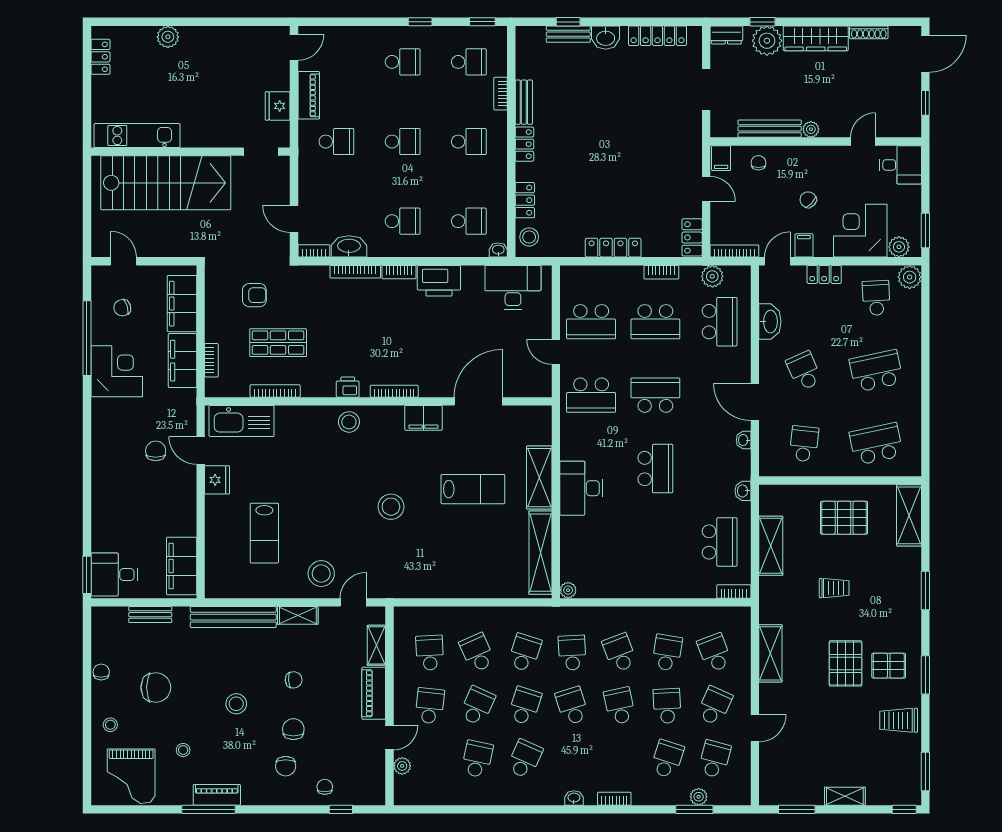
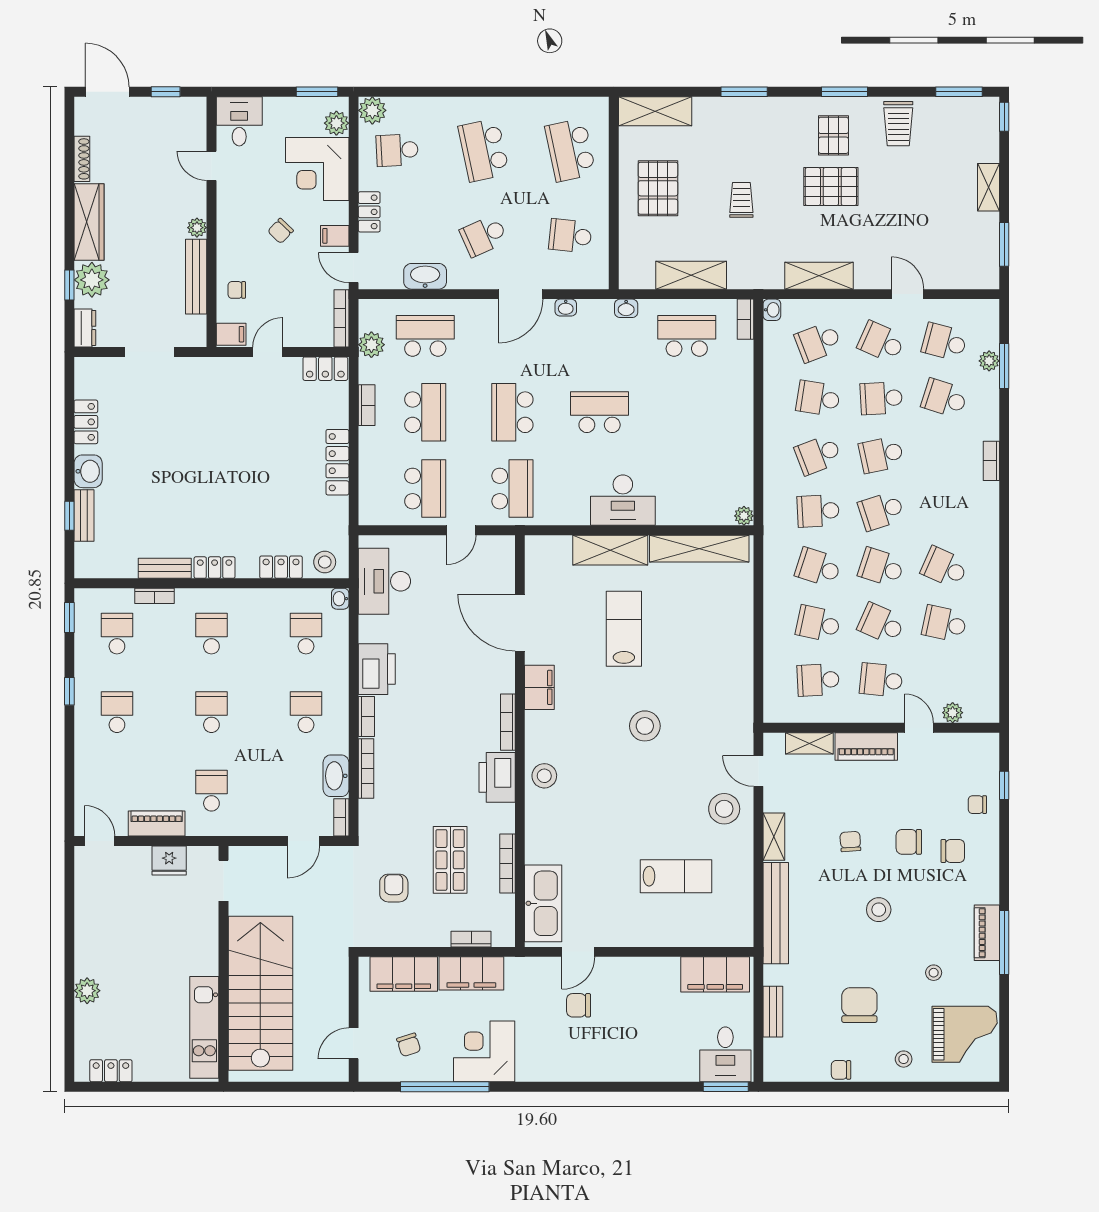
locker: (657, 36) -> (86, 422), width x0.66
printer: (348, 387) -> (497, 777), width x1.87, depth x1.48
fridge: (217, 480) -> (613, 932), removed
school desk: (477, 653) -> (818, 624), turned 36
washbasin: (574, 798) -> (772, 310), moved, turned 180

